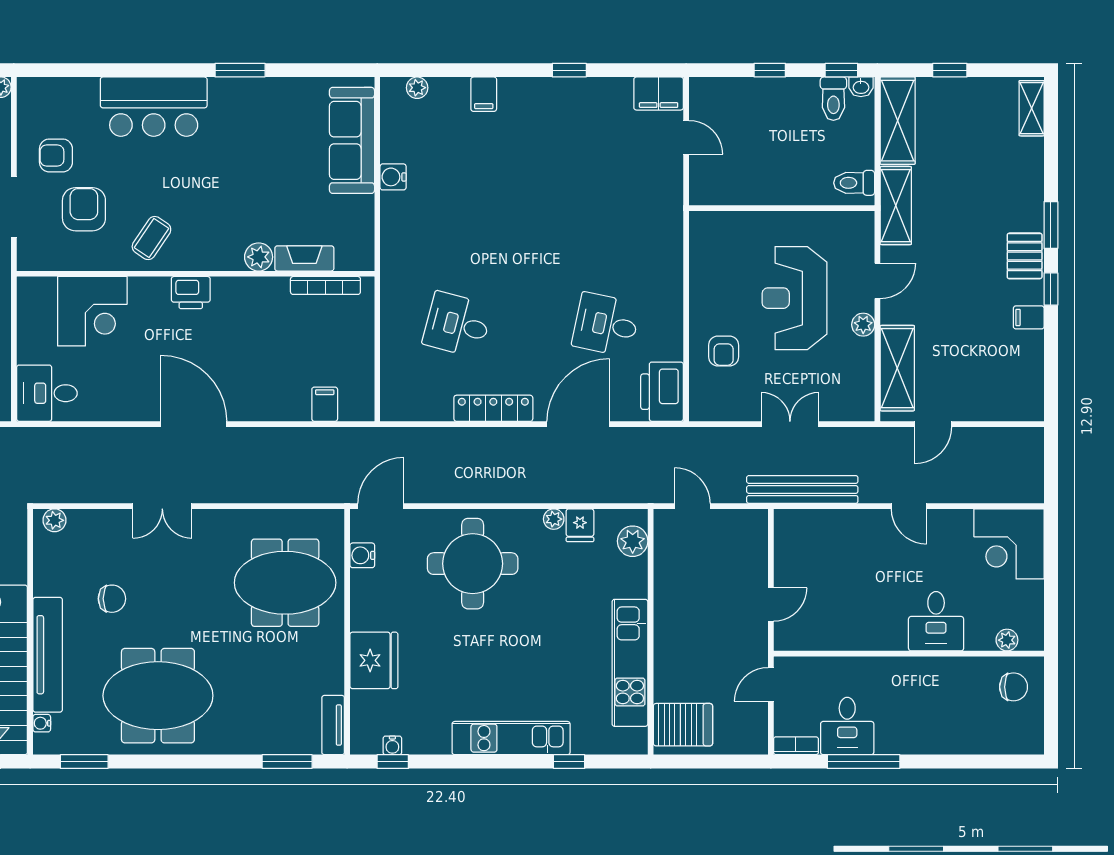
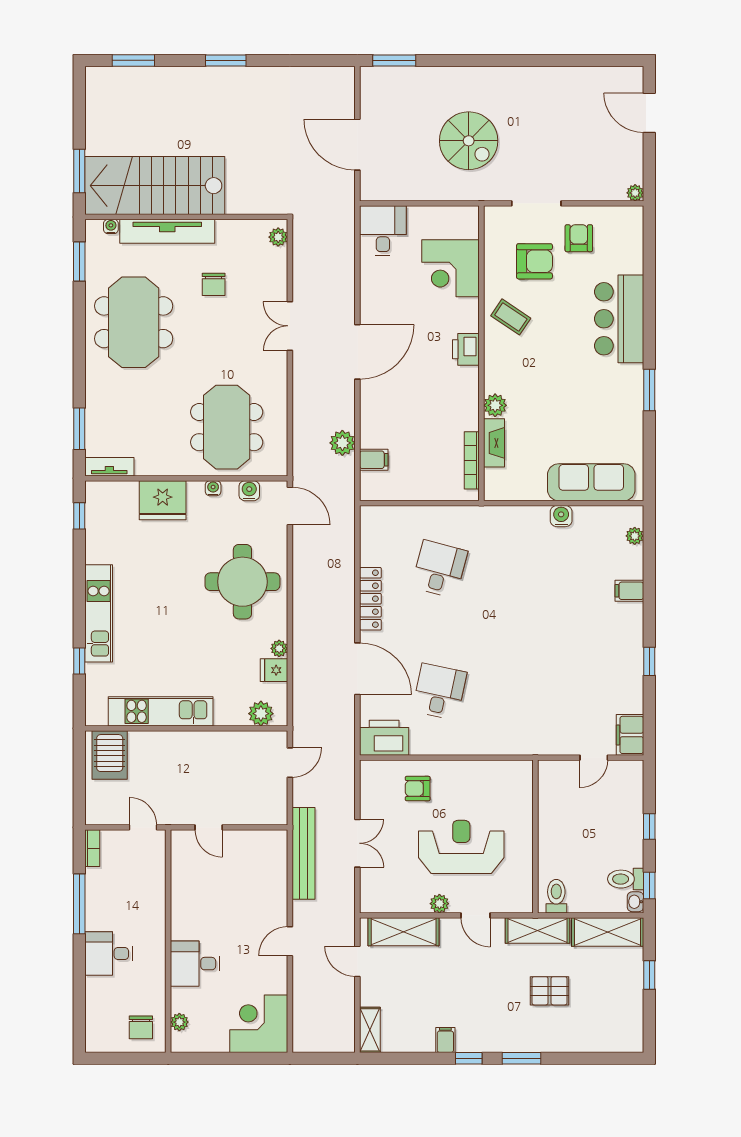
shelving: (1032, 108) -> (370, 1030), moved, turned 90
pallet: (1025, 256) -> (549, 991), moved
plant: (304, 442) -> (342, 443), added
desk: (847, 726) -> (109, 953), moved
water cooler: (392, 745) -> (213, 488), moved, turned 90

